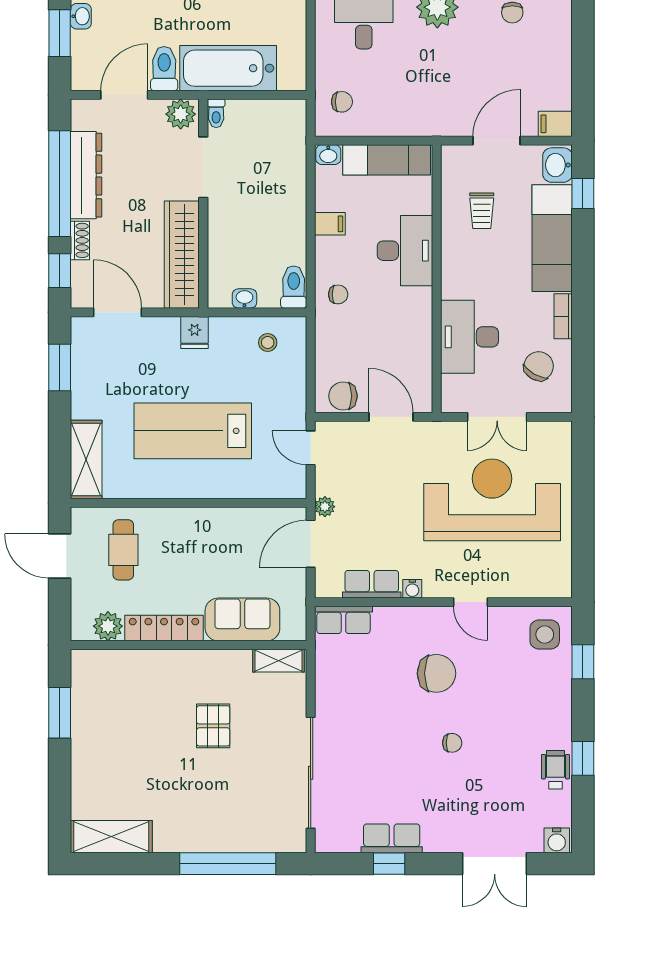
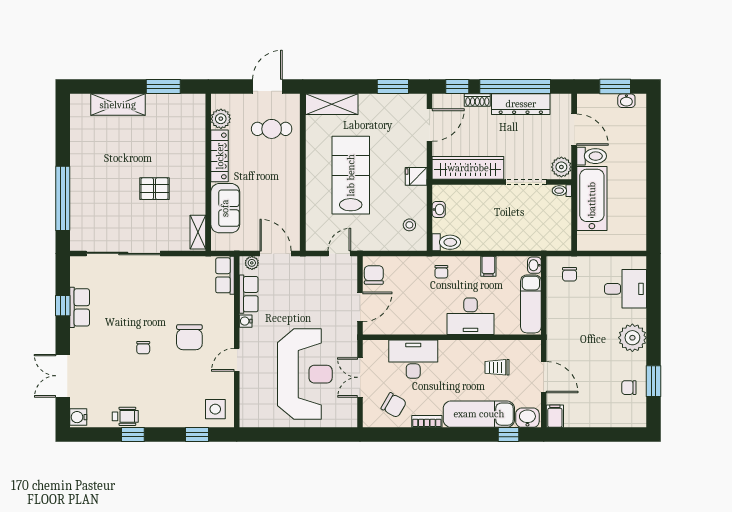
plant: (325, 507) -> (252, 263), moved
shelving: (111, 837) -> (118, 105), moved, turned 90

